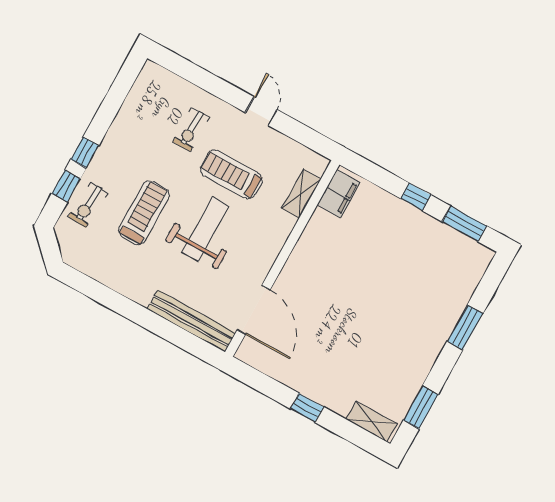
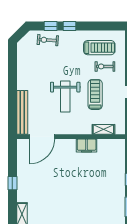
filing cabinet: (339, 194) -> (87, 145), moved
treadmill: (144, 213) -> (99, 48), moved
weight bench: (205, 229) -> (65, 96), turned 90

